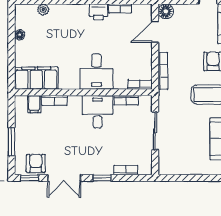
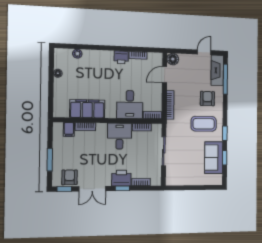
desk: (96, 71) -> (130, 104), moved
filing cabinet: (36, 78) -> (87, 109), moved
printer: (101, 165) -> (121, 178), added

